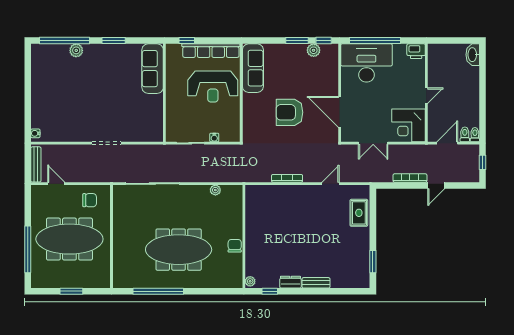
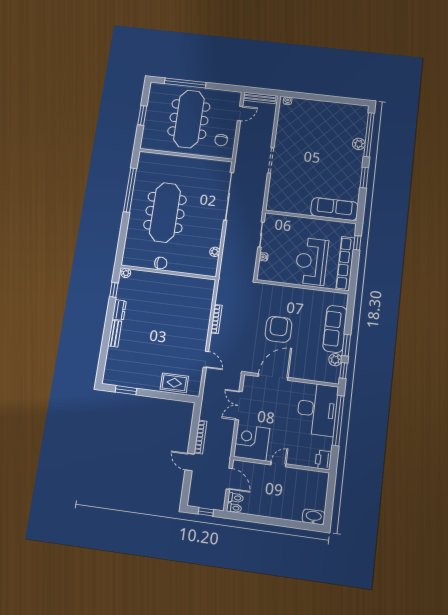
sofa: (253, 68) -> (335, 329), moved, turned 90
door: (426, 96) -> (278, 464), swing flipped

